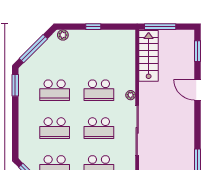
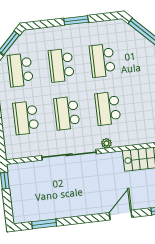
window: (15, 85) -> (76, 20), moved

